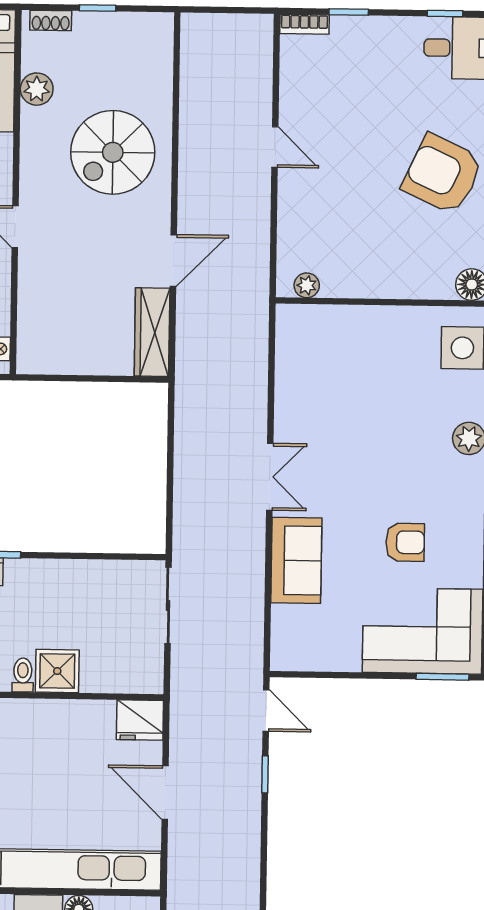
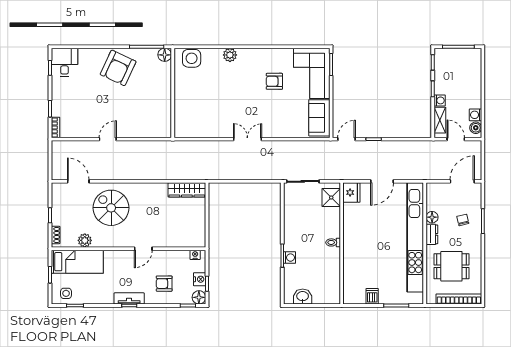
spiral stairs: (113, 152) -> (111, 208), turned 180
door: (173, 260) -> (78, 181), moved
plant: (307, 285) -> (166, 125), removed
armchair: (405, 542) -> (274, 81), turned -90
sofa: (296, 560) -> (319, 118), moved, turned -90
shower: (57, 671) -> (331, 198), moved

